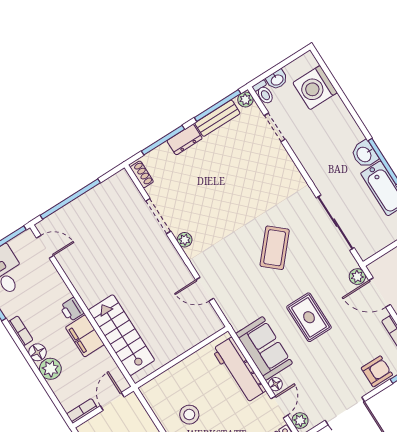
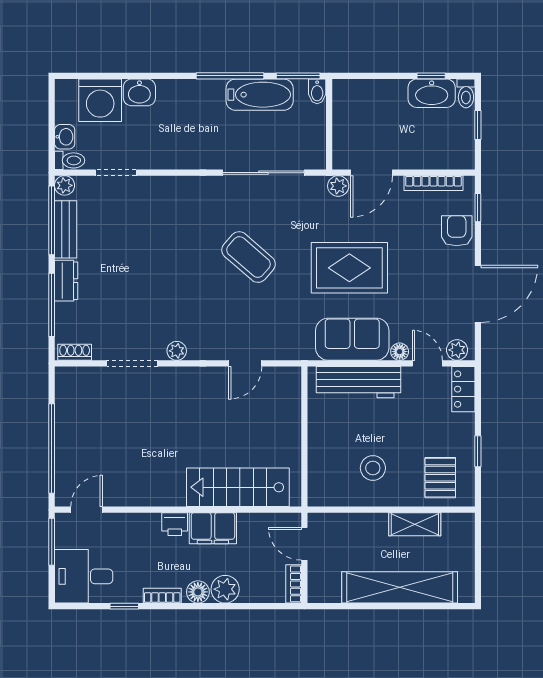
washbasin: (364, 154) -> (139, 92), moved
rug: (309, 317) -> (349, 268), width x1.36, depth x1.43

